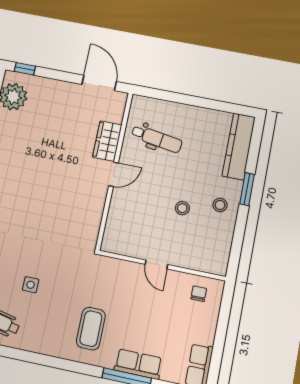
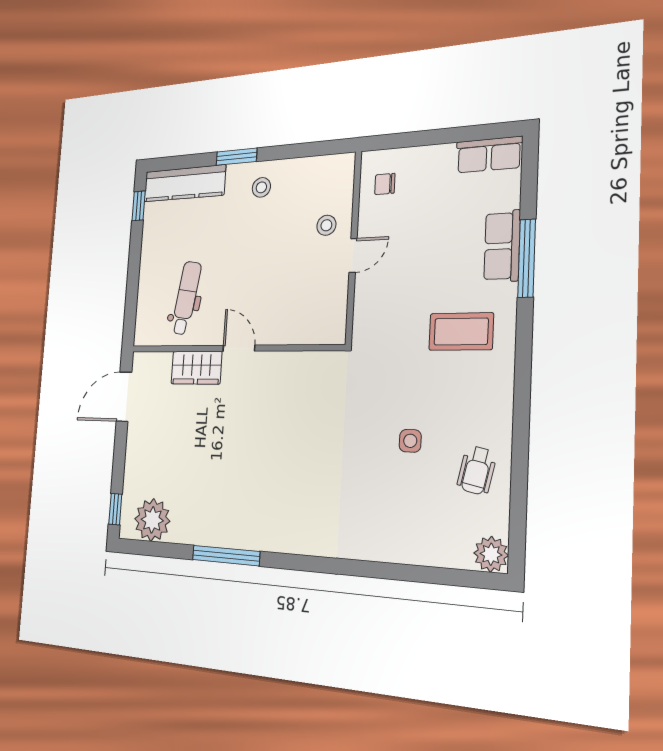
window: (232, 108) -> (139, 206), added
stool: (182, 208) -> (326, 225), moved

